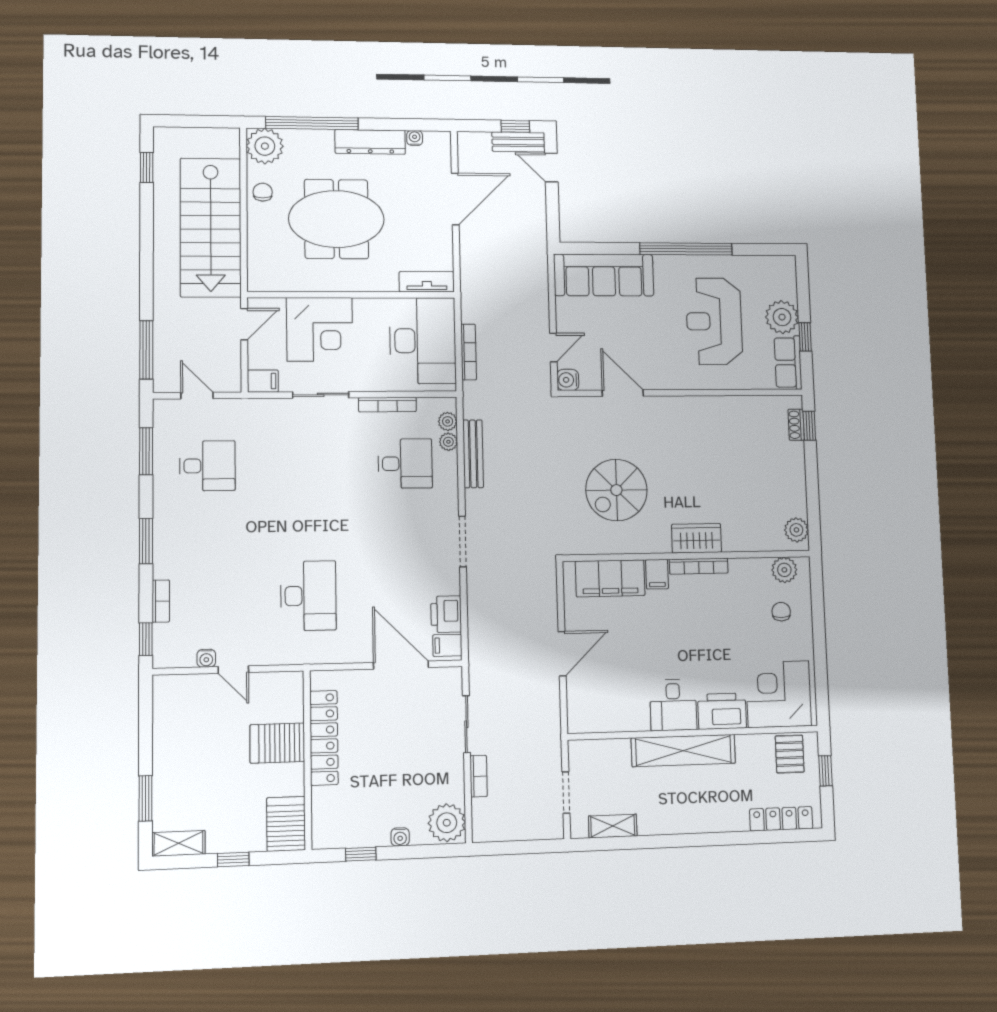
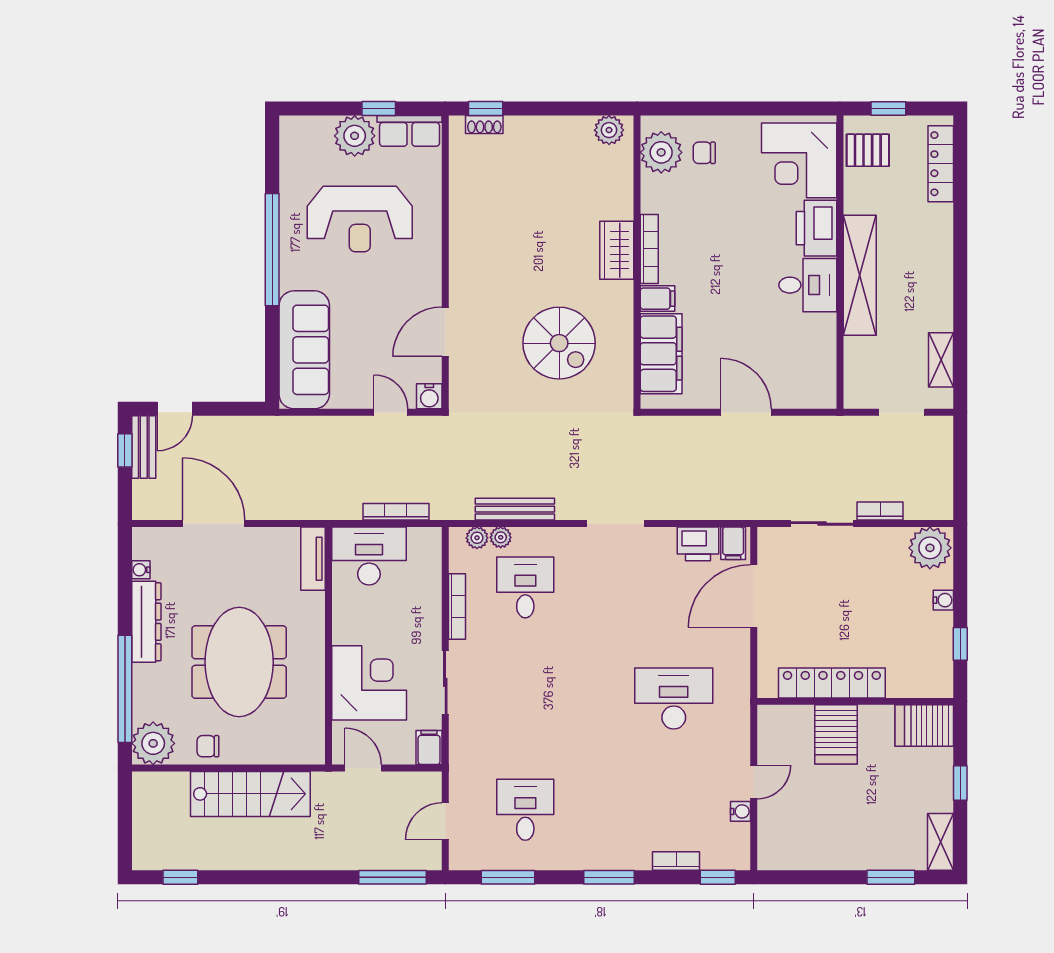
stairs: (211, 228) -> (250, 794), width x0.73, depth x0.66
desk: (423, 341) -> (369, 556), width x0.73, depth x0.77
plant: (784, 570) -> (661, 152), width x1.36, depth x1.36

